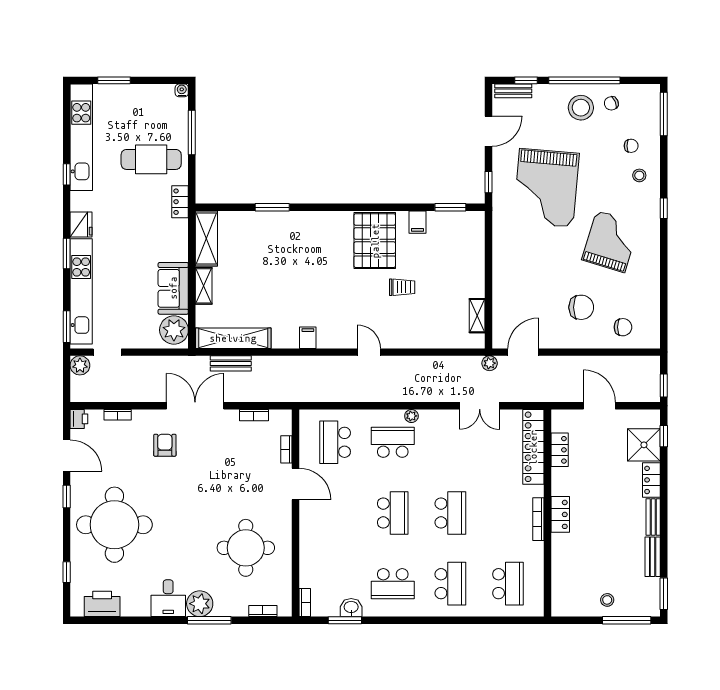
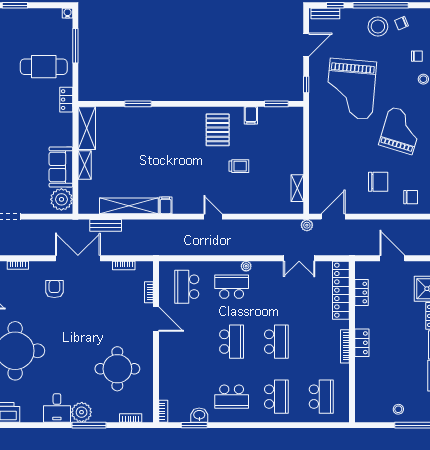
pallet: (375, 241) -> (218, 130), width x0.73, depth x0.71
shelving: (233, 338) -> (129, 206), moved

